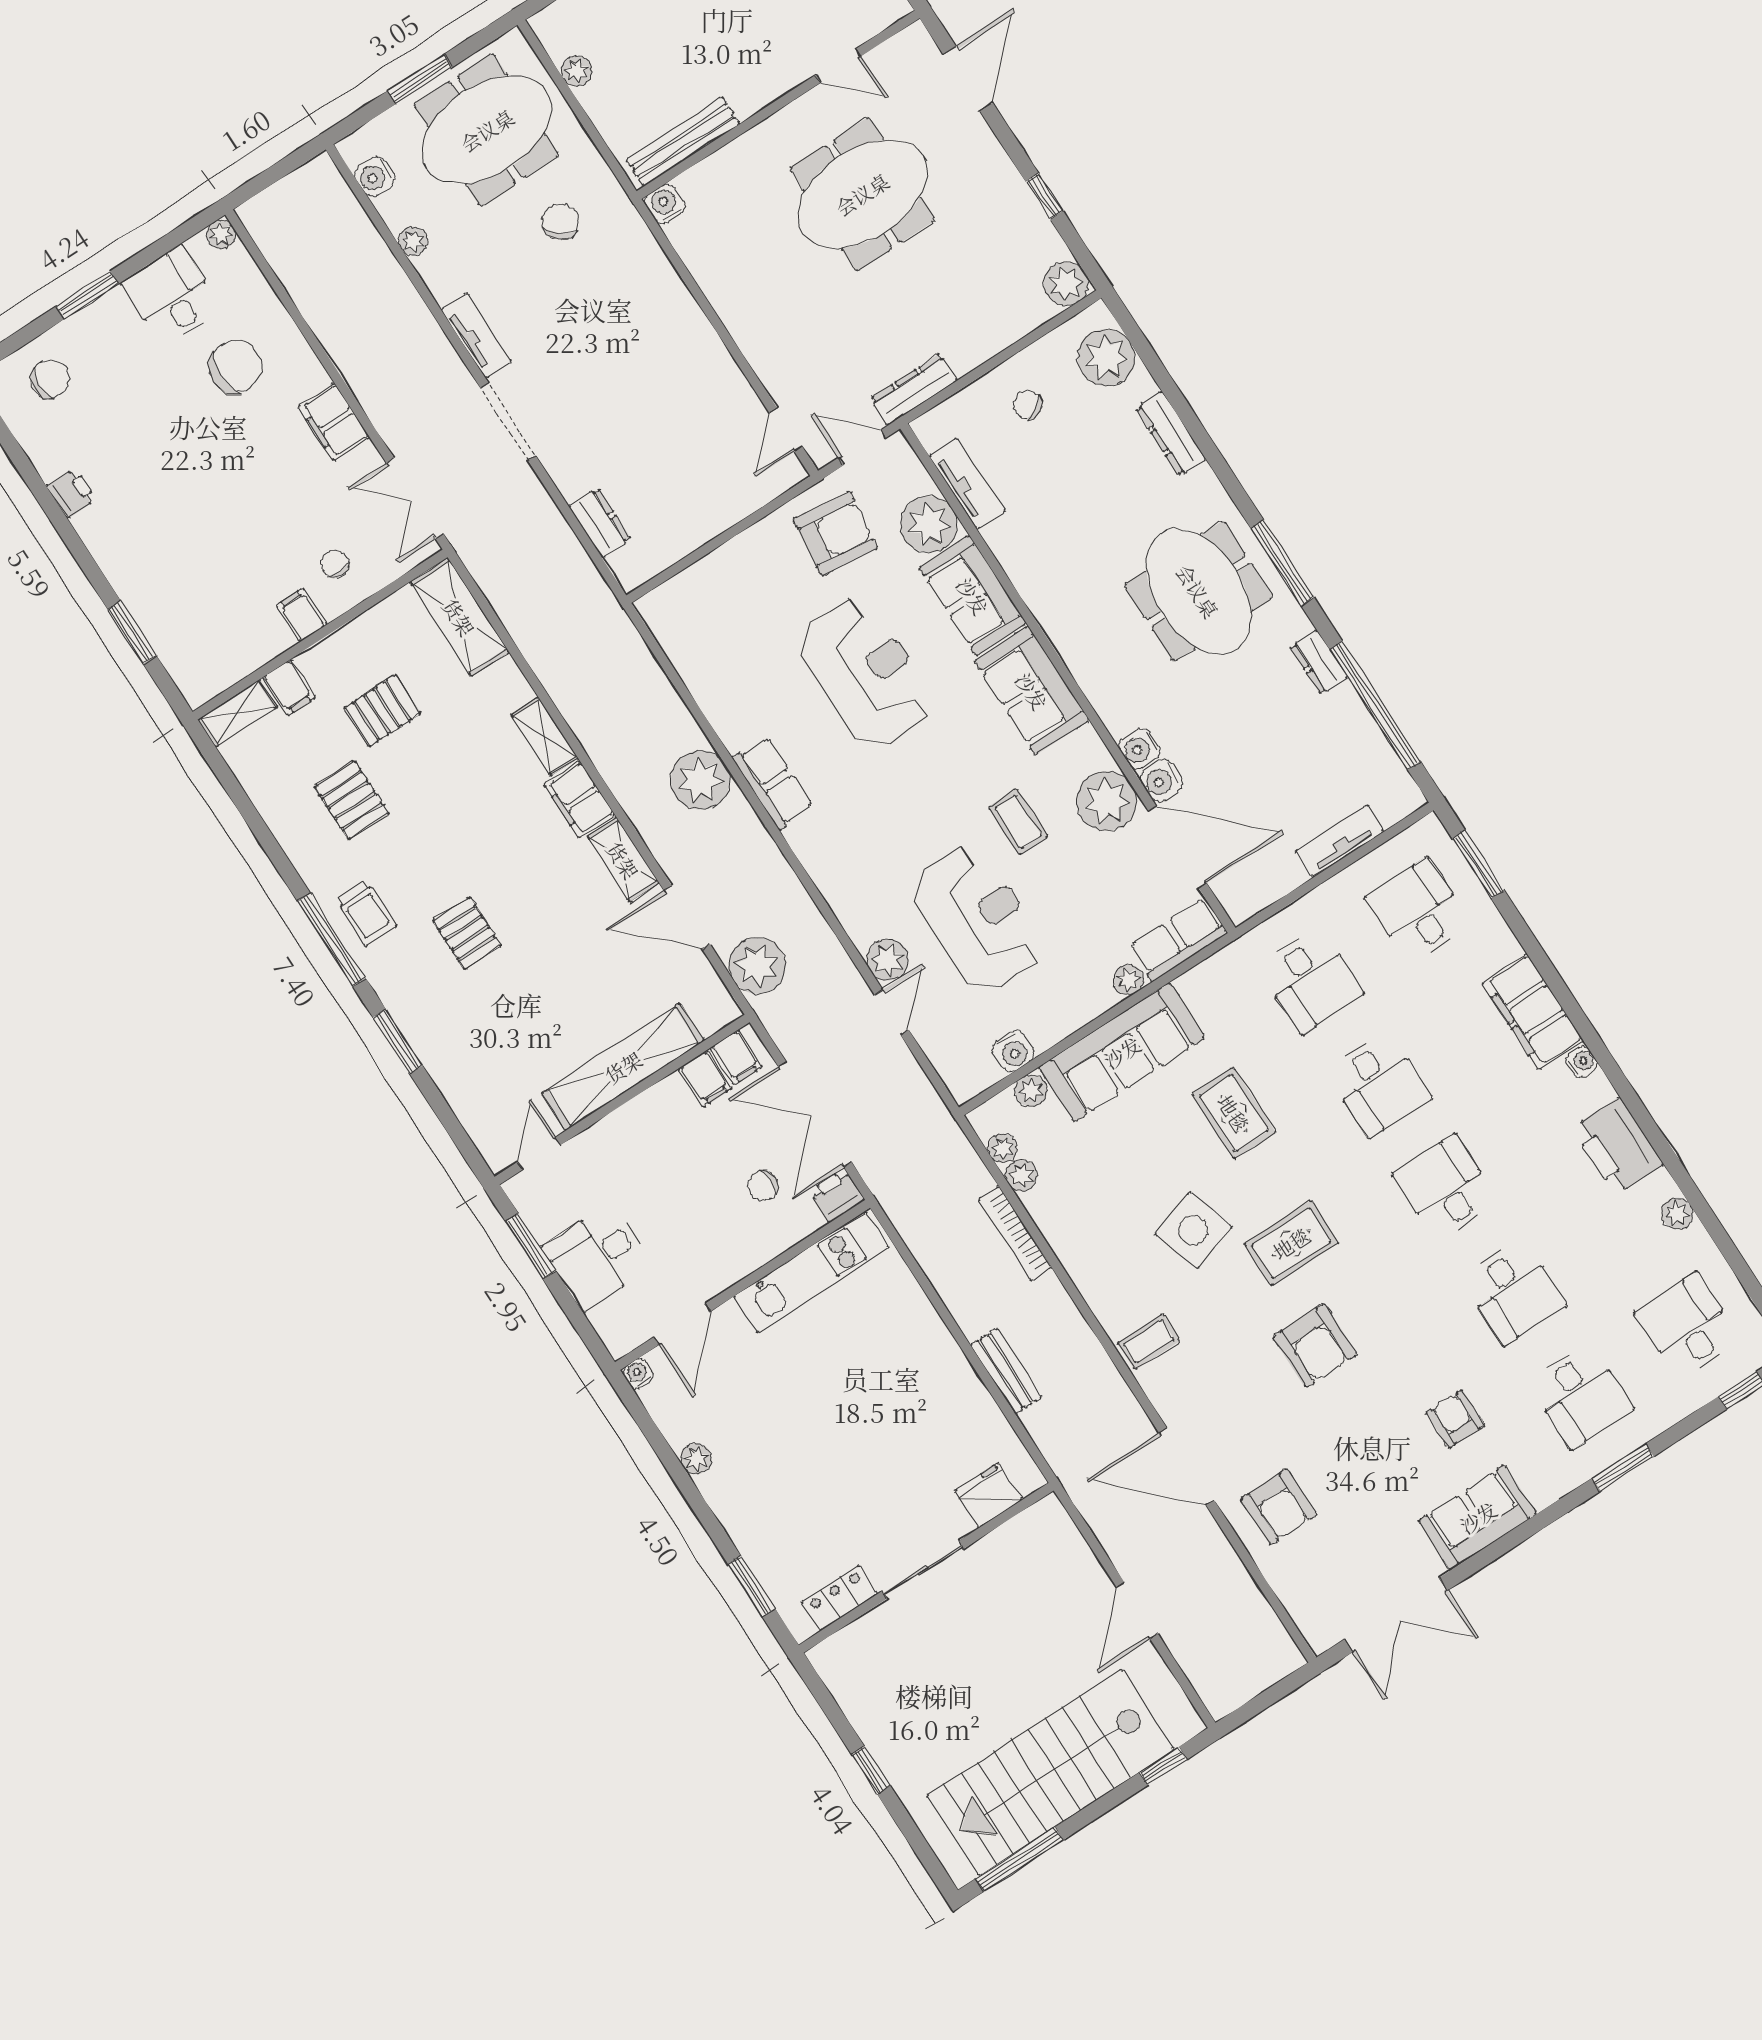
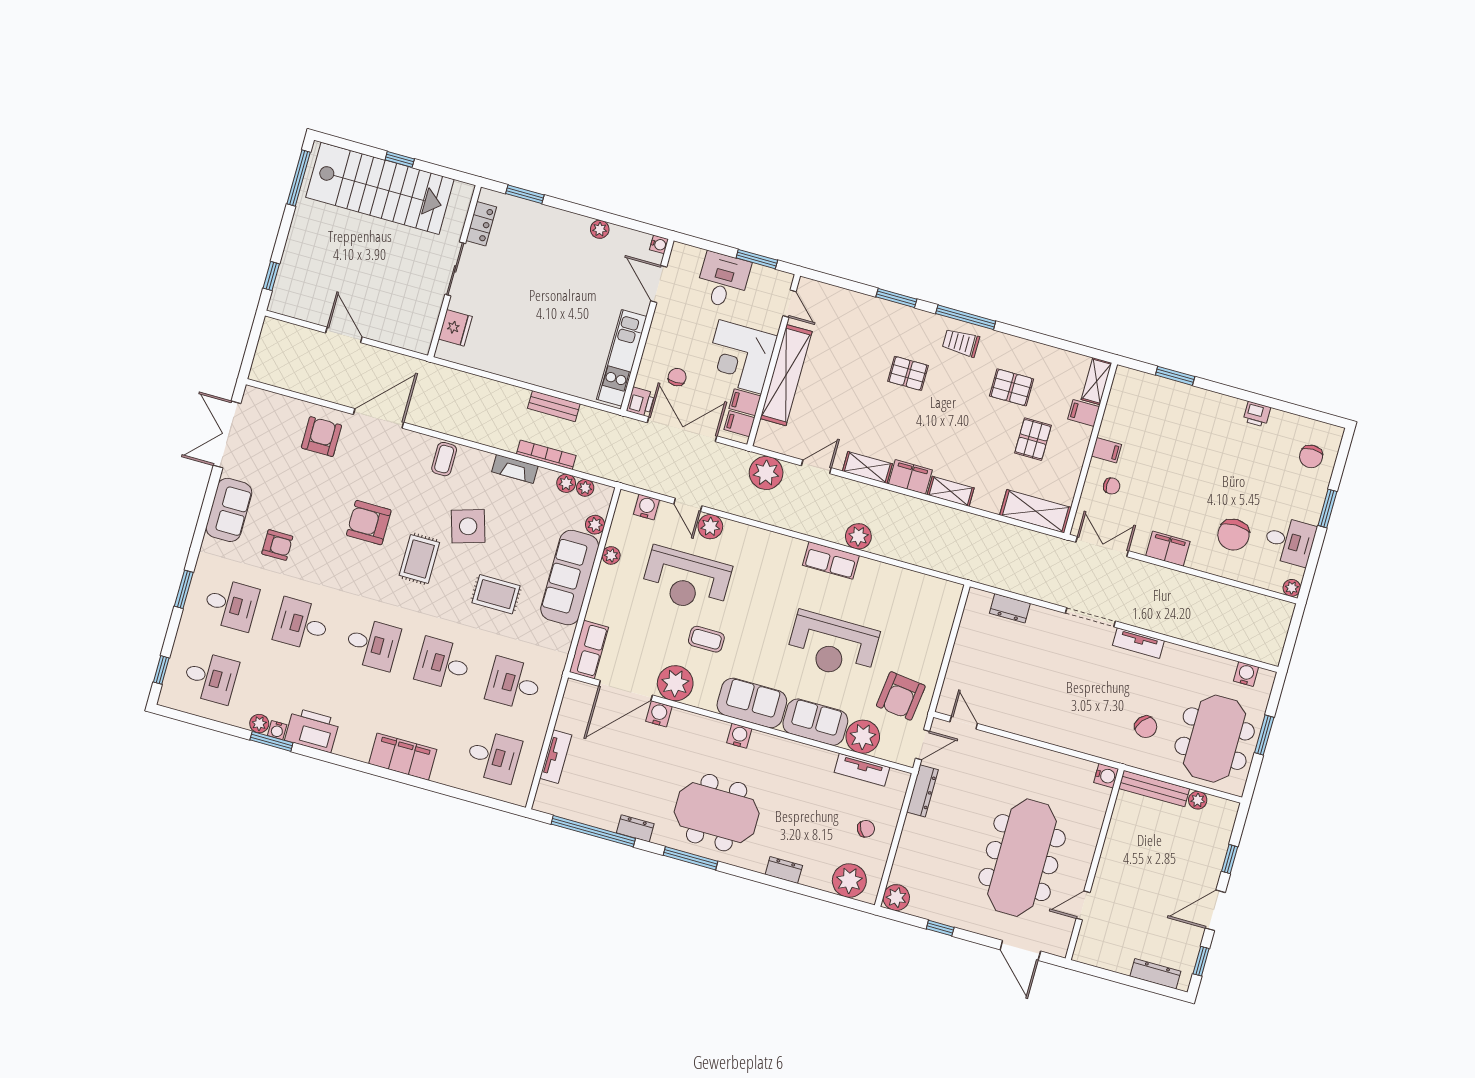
bench: (683, 142) -> (1154, 789), moved, turned 90
meeting table: (862, 194) -> (1022, 858), width x1.36
plant: (413, 241) -> (1204, 660), removed
dresser: (1171, 434) -> (784, 870), width x0.70
water cooler: (1140, 749) -> (739, 736), moved
plant: (700, 780) -> (858, 536), width x0.73, depth x0.73
window: (1478, 864) -> (271, 741), moved
door: (687, 917) -> (816, 467), width x0.73
plant: (1129, 980) -> (611, 555), moved
water cooler: (1013, 1051) -> (646, 507), moved, turned 90
water cooler: (1582, 1062) -> (277, 730), moved
corner desk: (661, 1141) -> (740, 357), added
fireplace: (1070, 1251) -> (515, 469), added
bench: (1006, 1371) -> (554, 406), moved
desk: (1581, 1396) -> (231, 605), turned 180
armchair: (1279, 1507) -> (321, 437), turned 90
stairs: (1051, 1772) -> (380, 188), moved, turned 90

